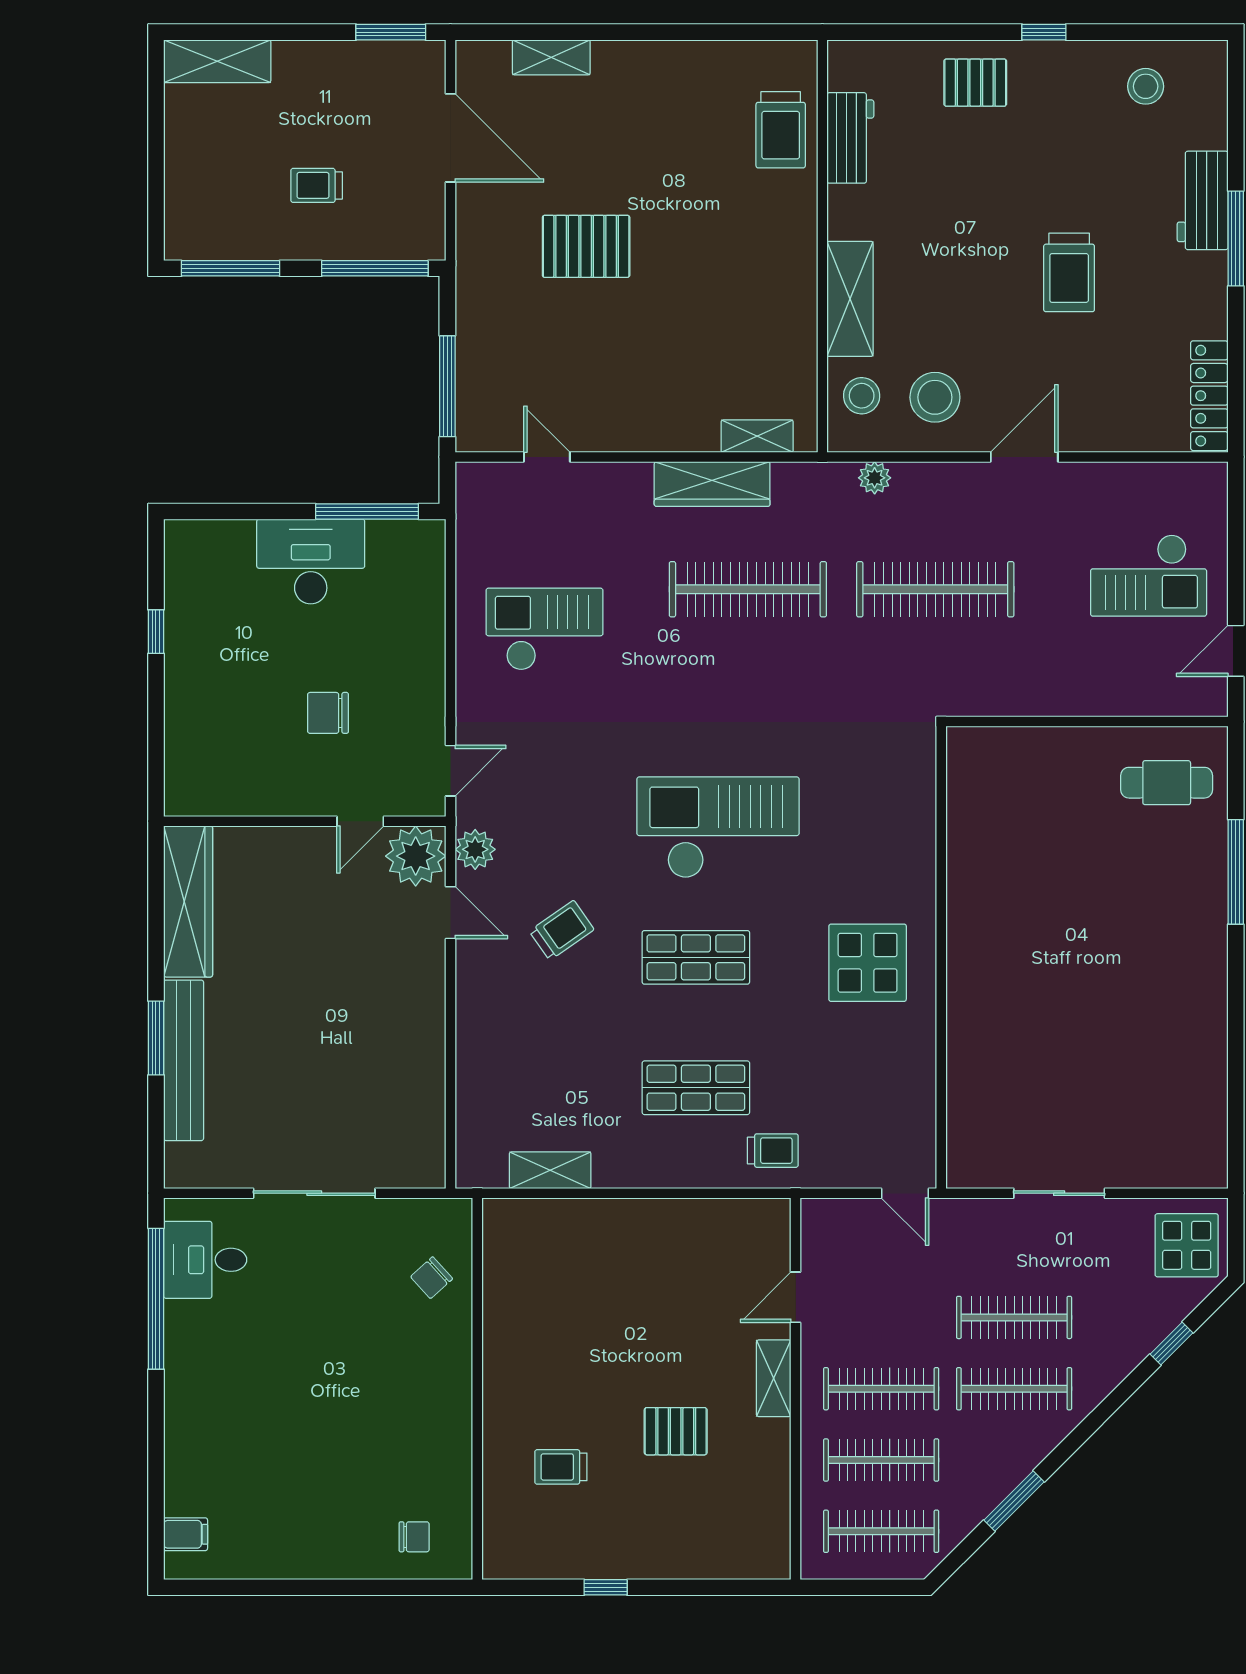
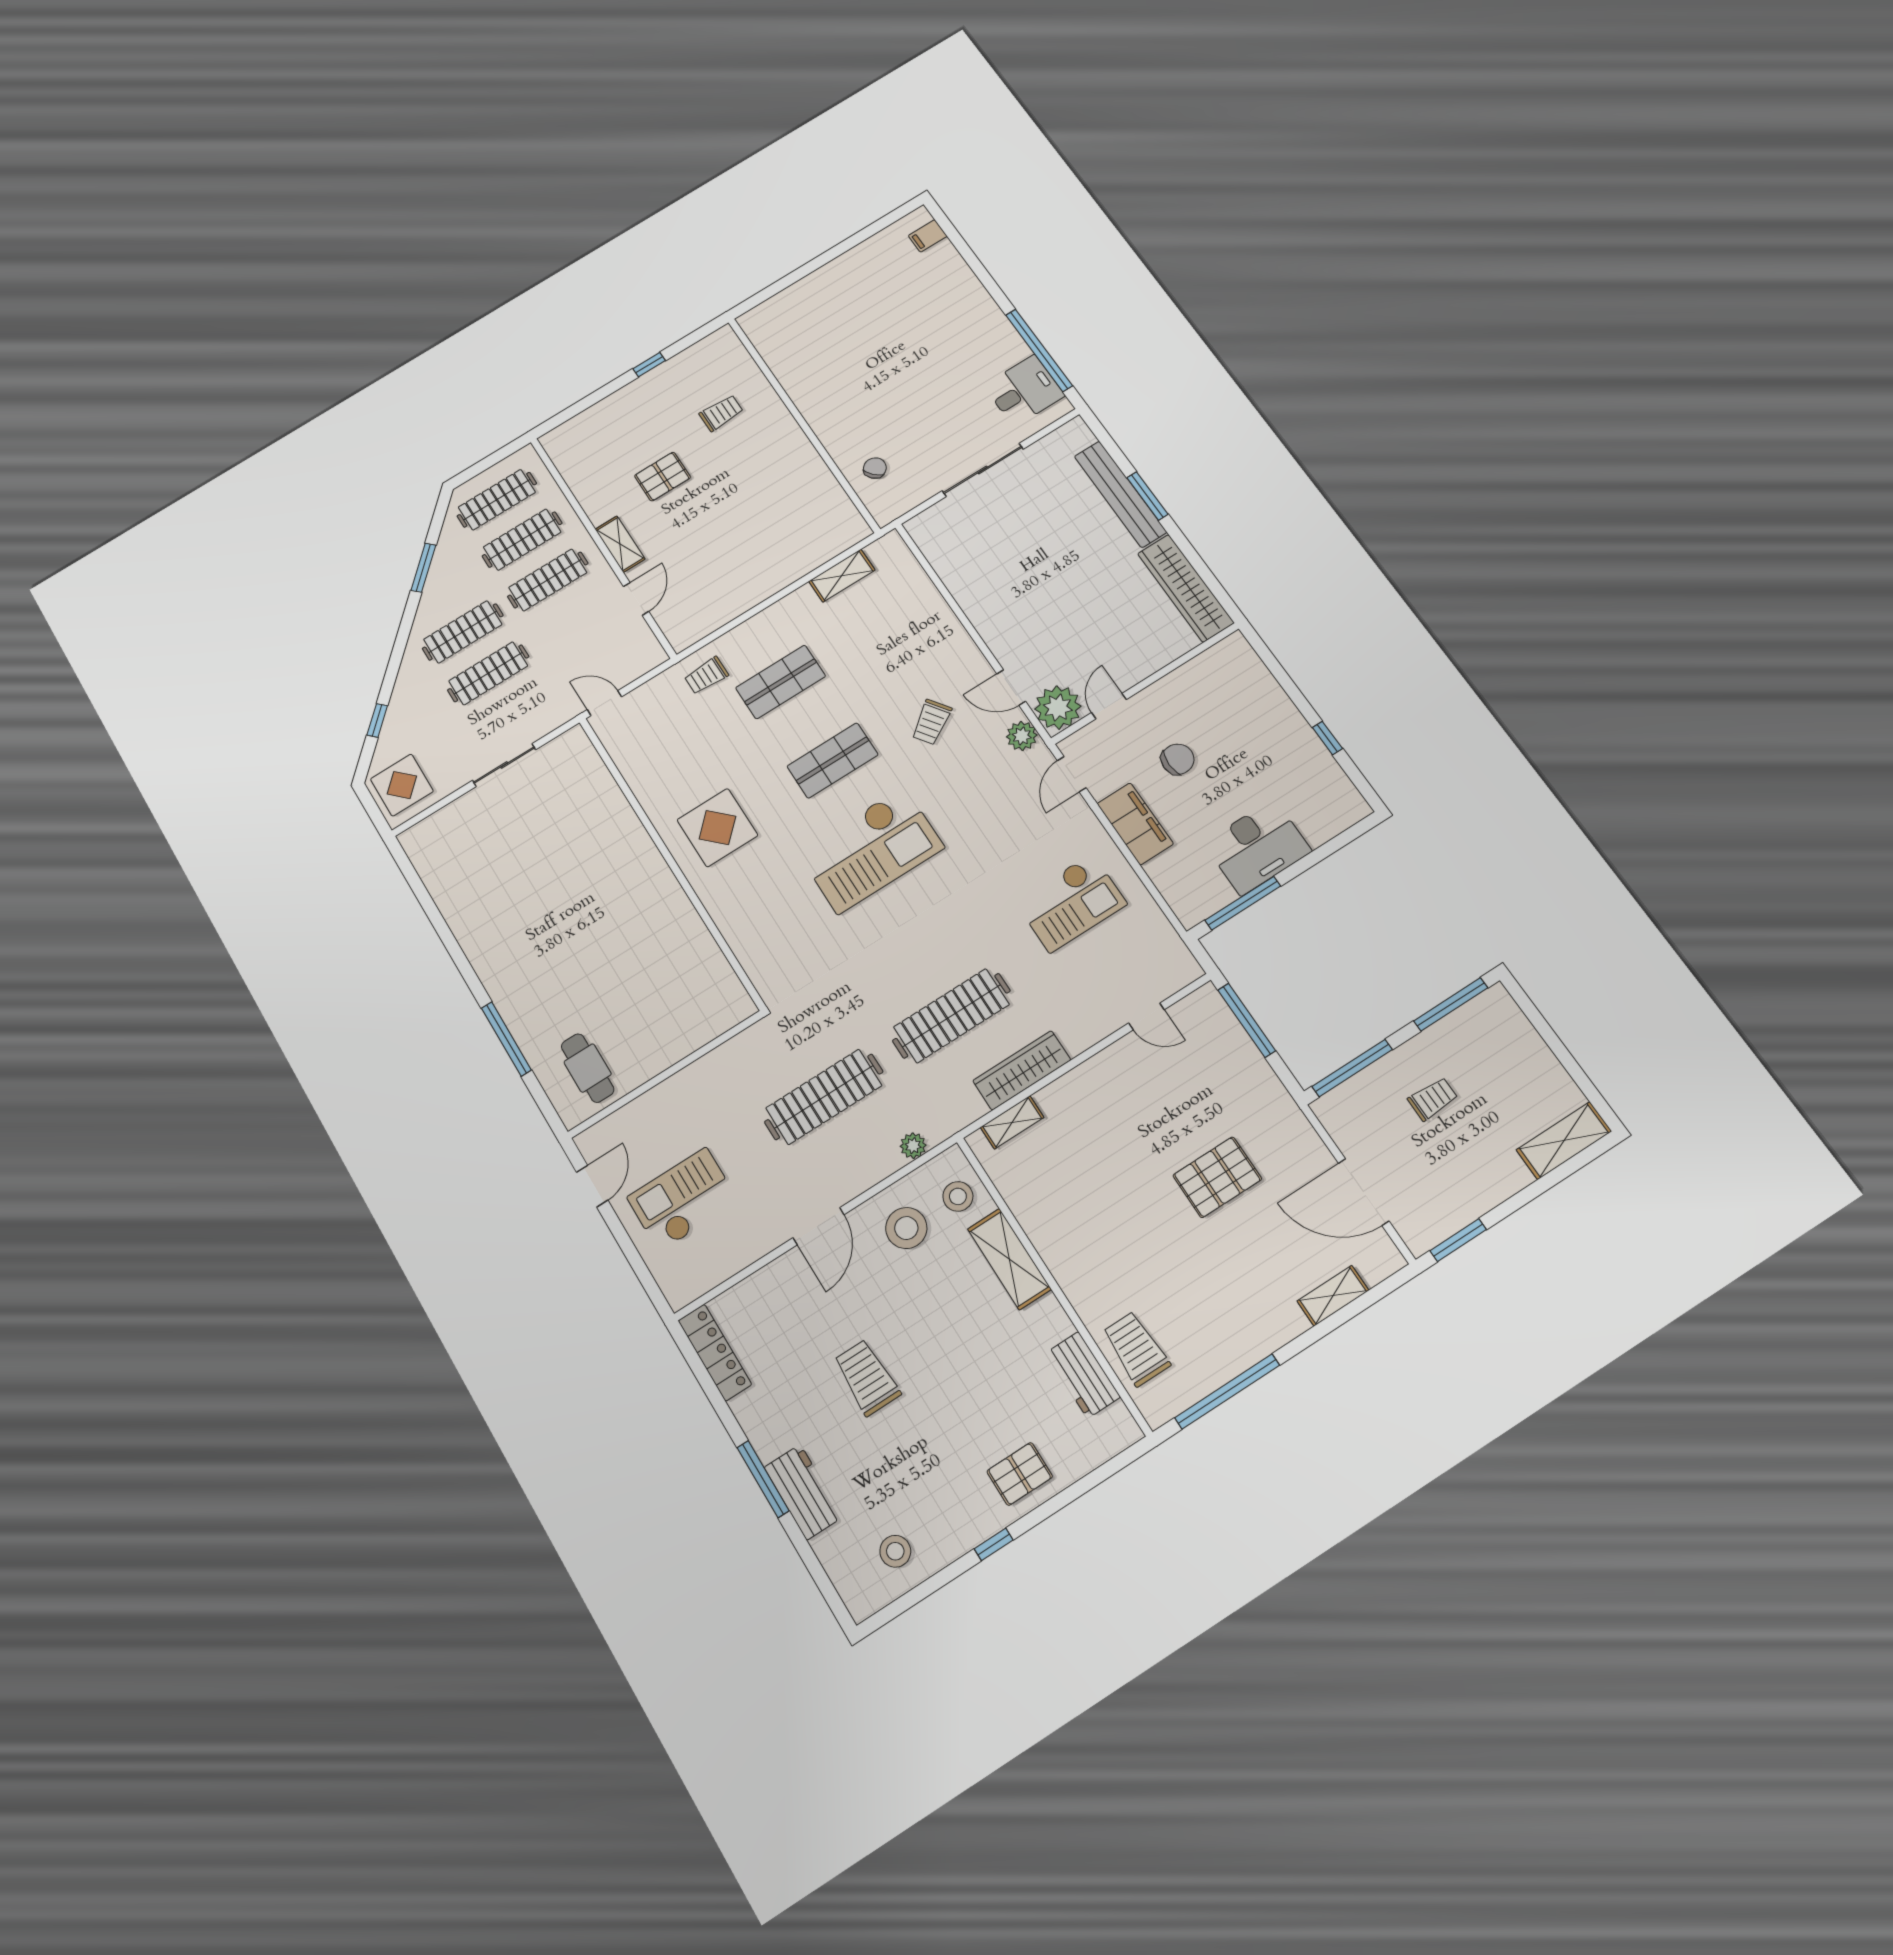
window: (718, 32) -> (1227, 1391), added
filing cabinet: (420, 671) -> (1135, 824), added
cafe table: (1167, 783) -> (588, 1068), turned 90
chair: (414, 1537) -> (786, 320), removed

